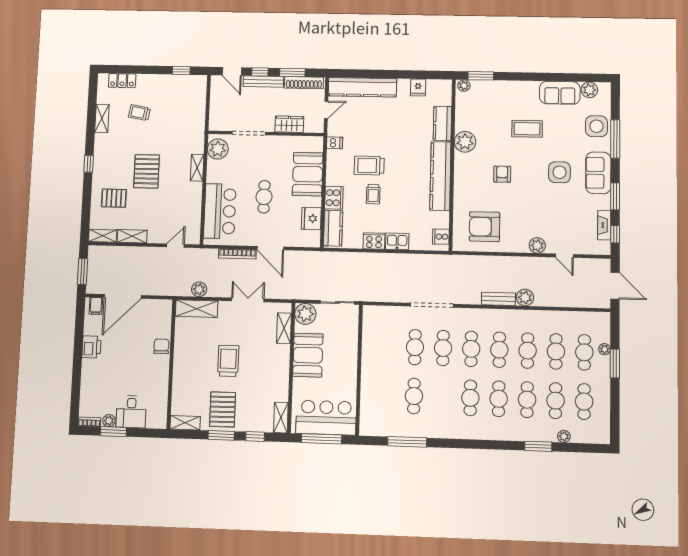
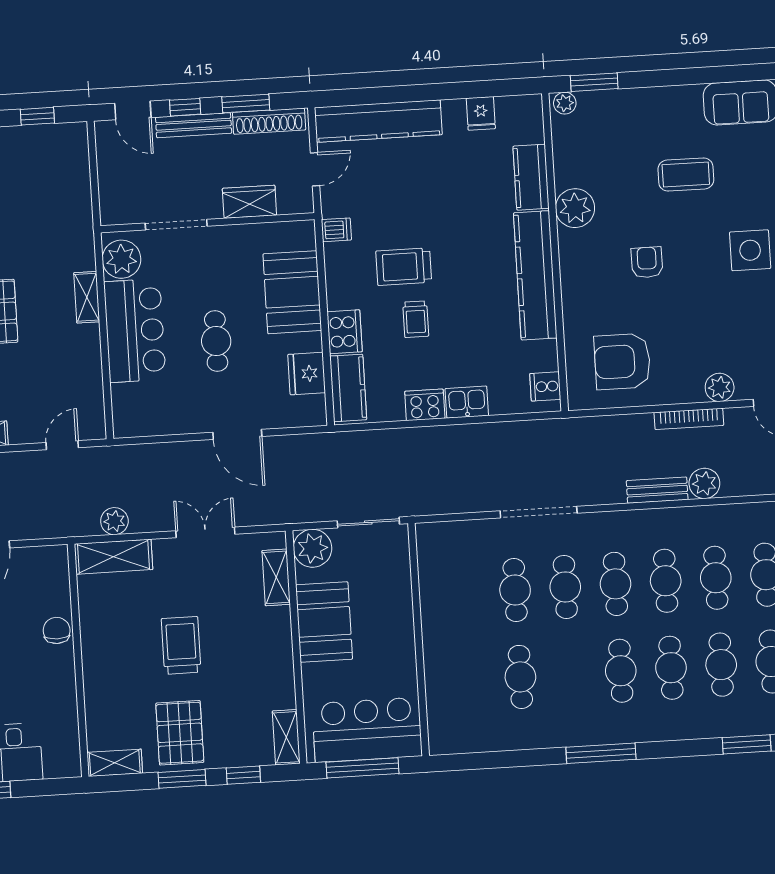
bar counter: (220, 211) -> (135, 331), moved
bookcase: (237, 254) -> (689, 419), moved
window: (407, 442) -> (601, 753), moved

